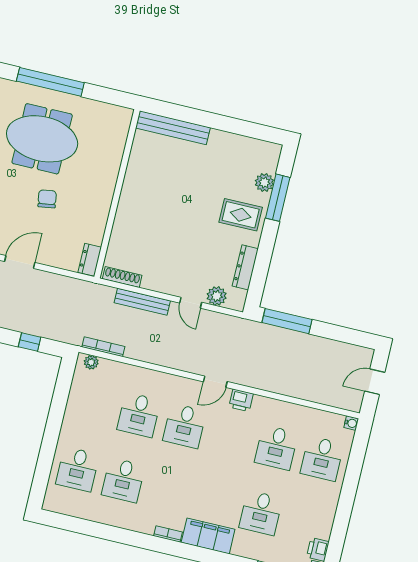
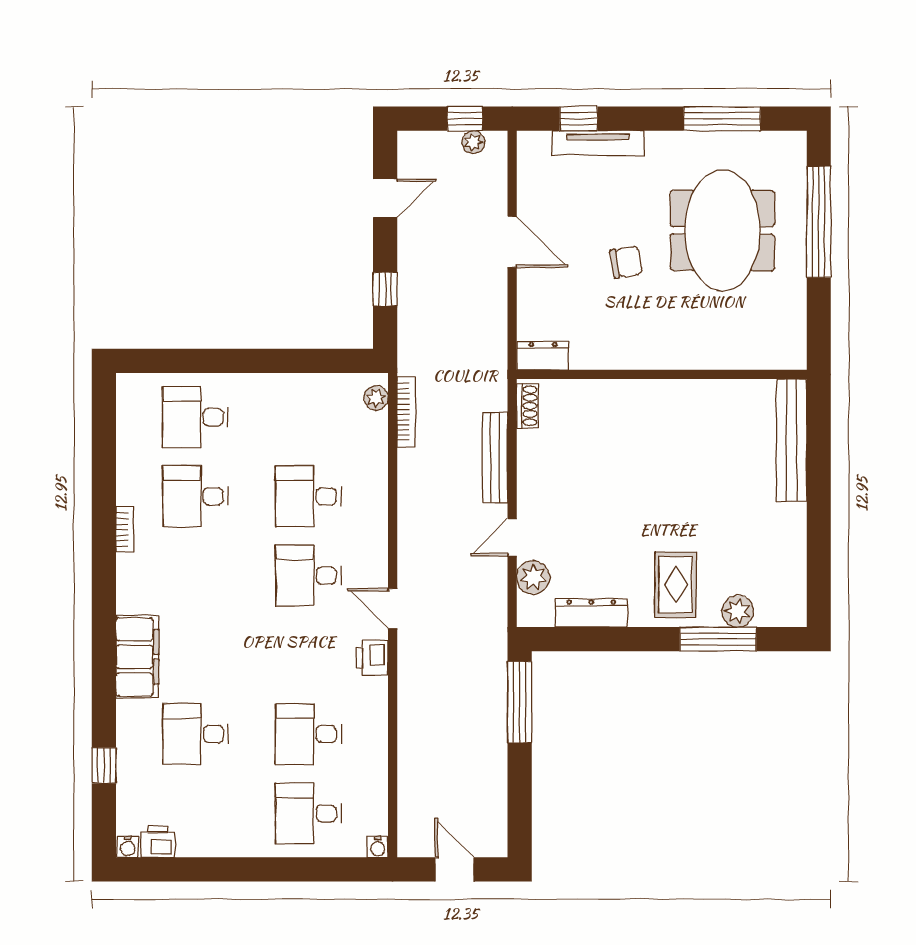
shoe rack: (122, 277) -> (527, 406), width x0.70
bookcase: (168, 534) -> (125, 529), moved

